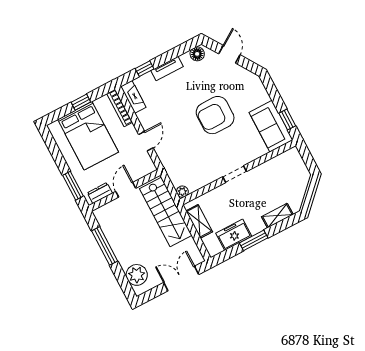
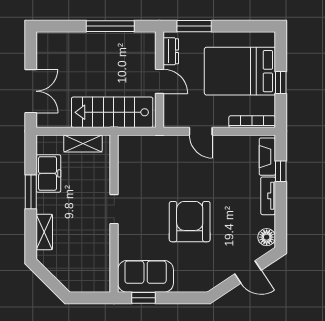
fireplace: (133, 97) -> (267, 157), moved, turned 90
plant: (182, 192) -> (125, 142), removed
plant: (137, 275) -> (60, 45), removed

